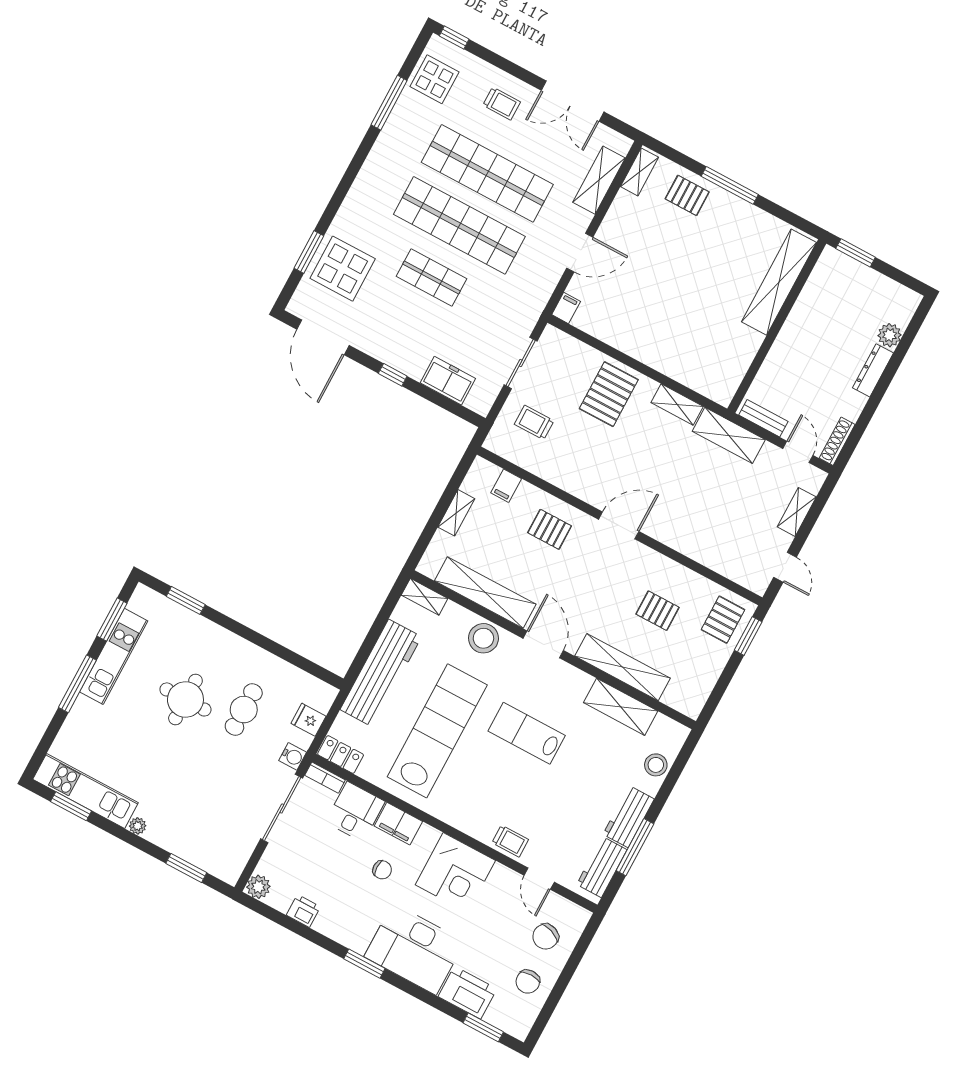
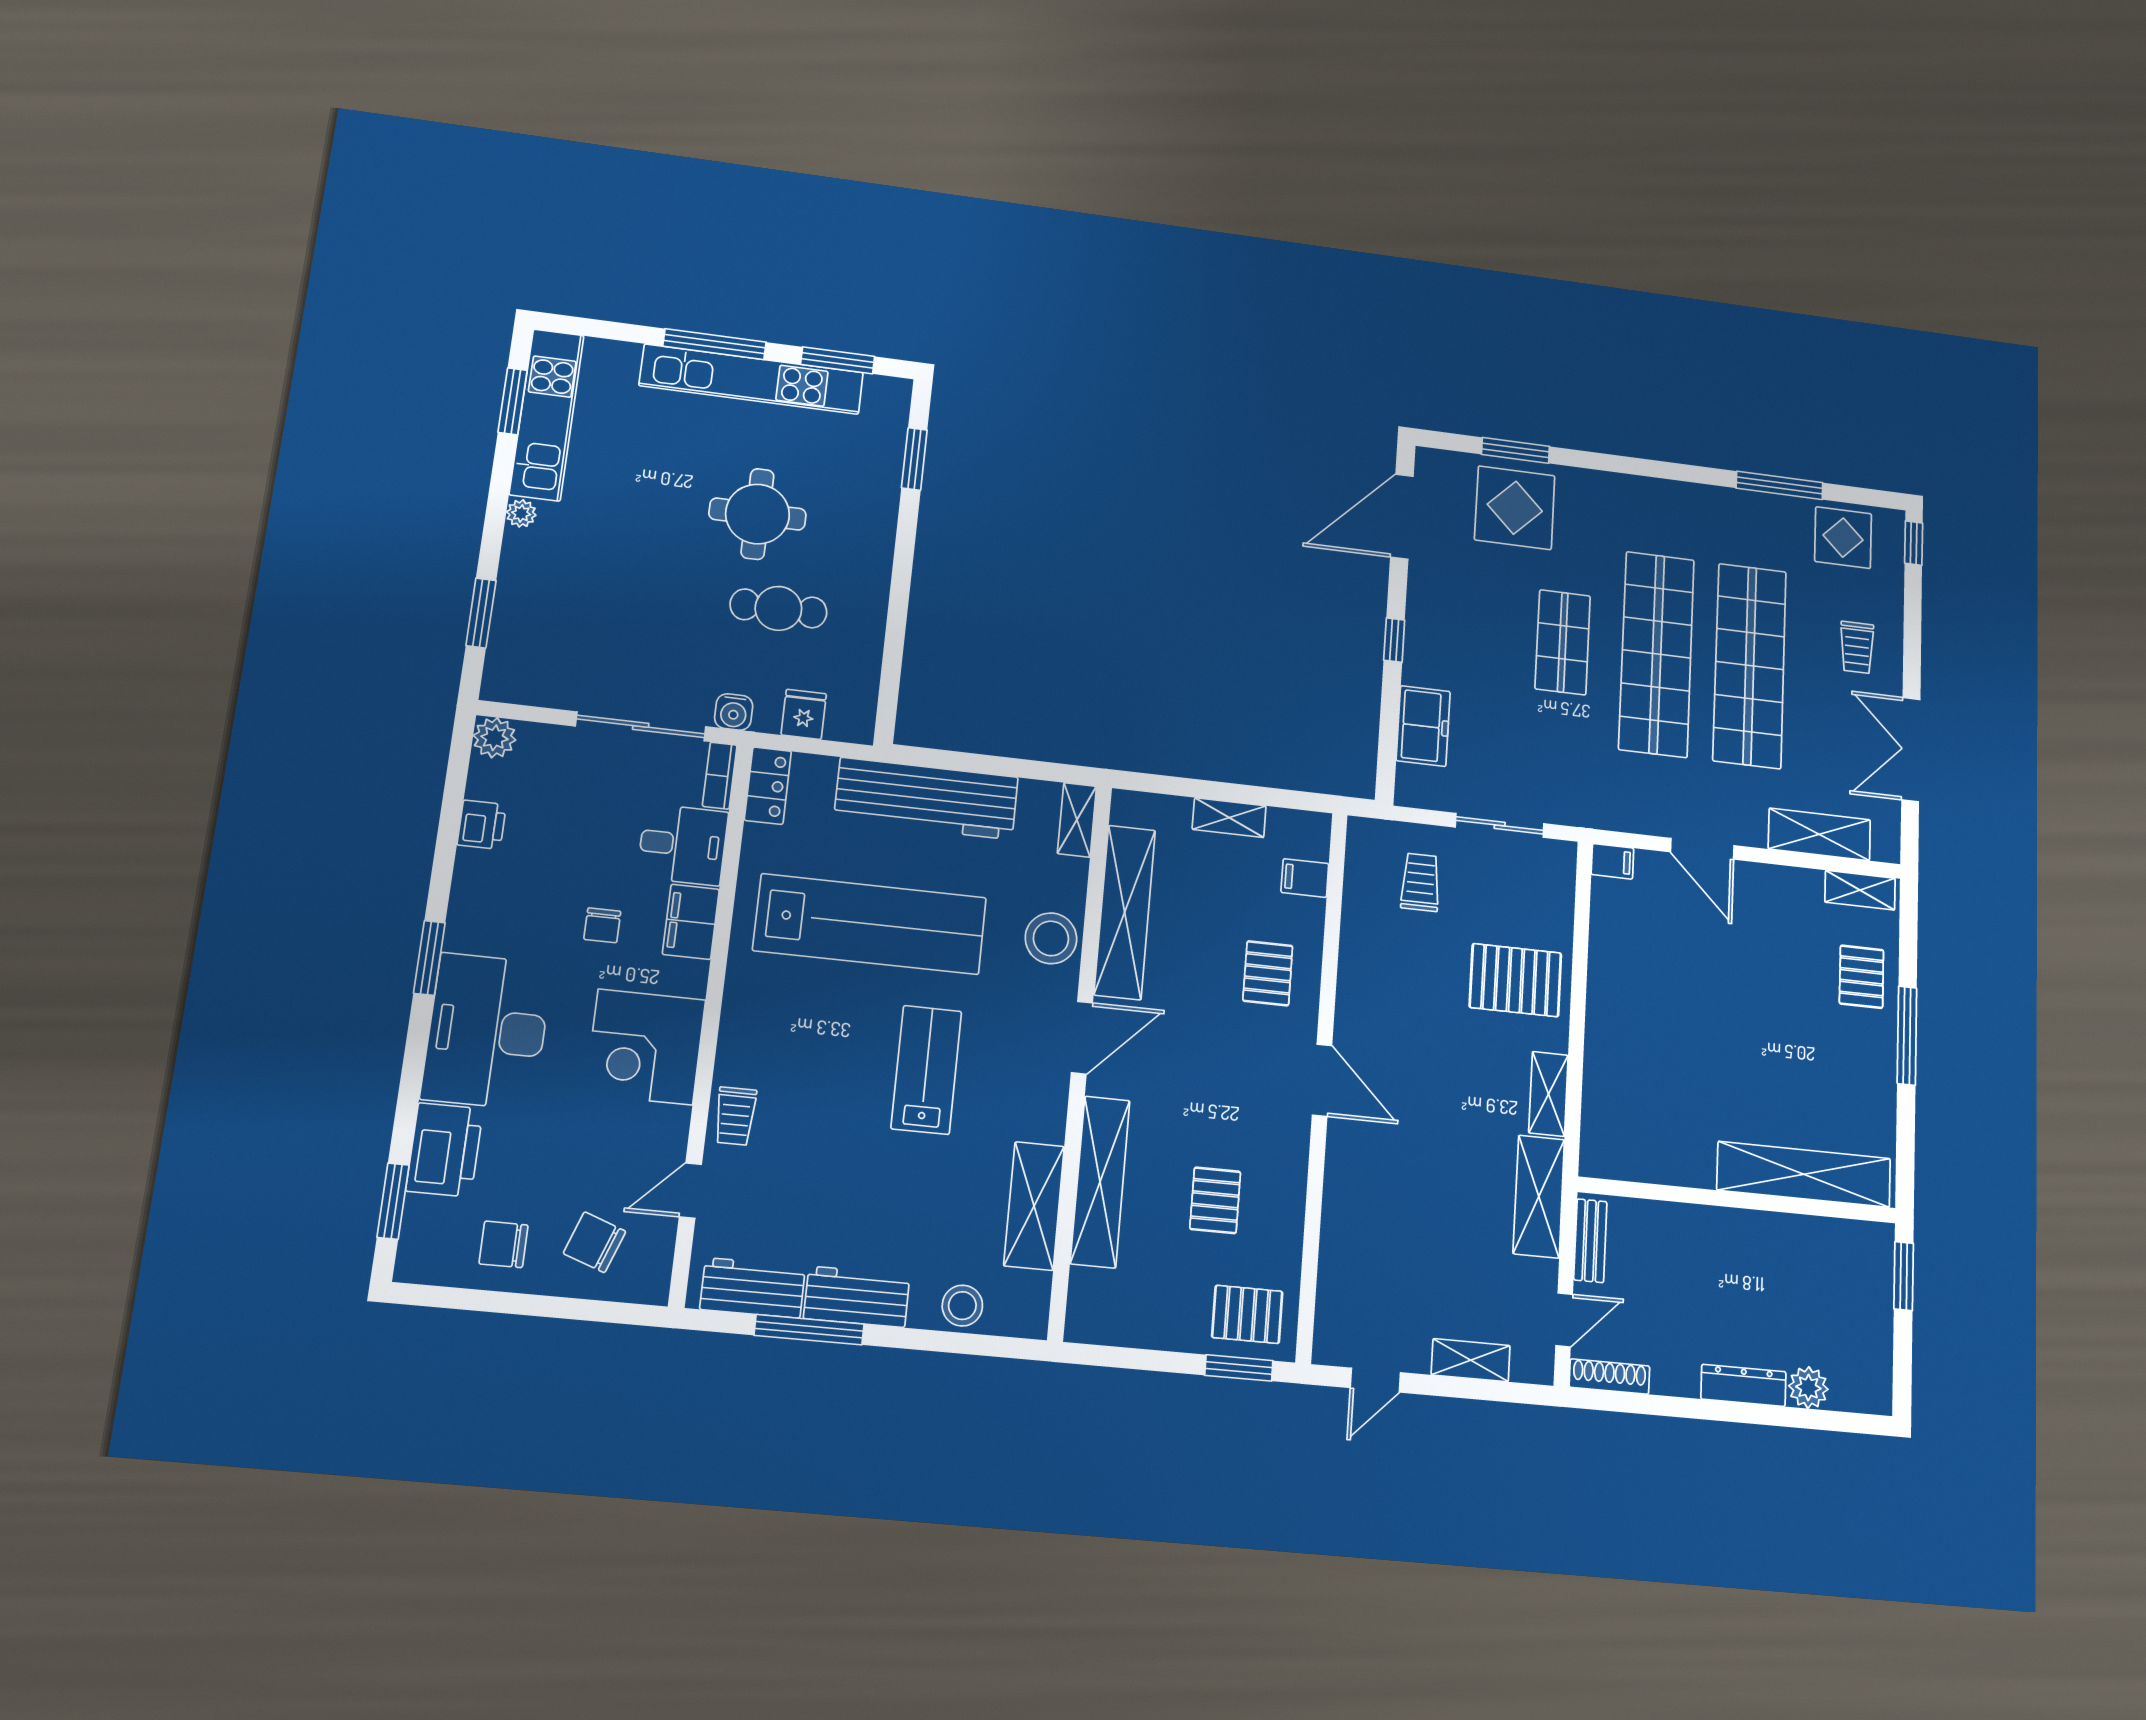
kitchen unit: (114, 656) -> (752, 379), width x1.36

